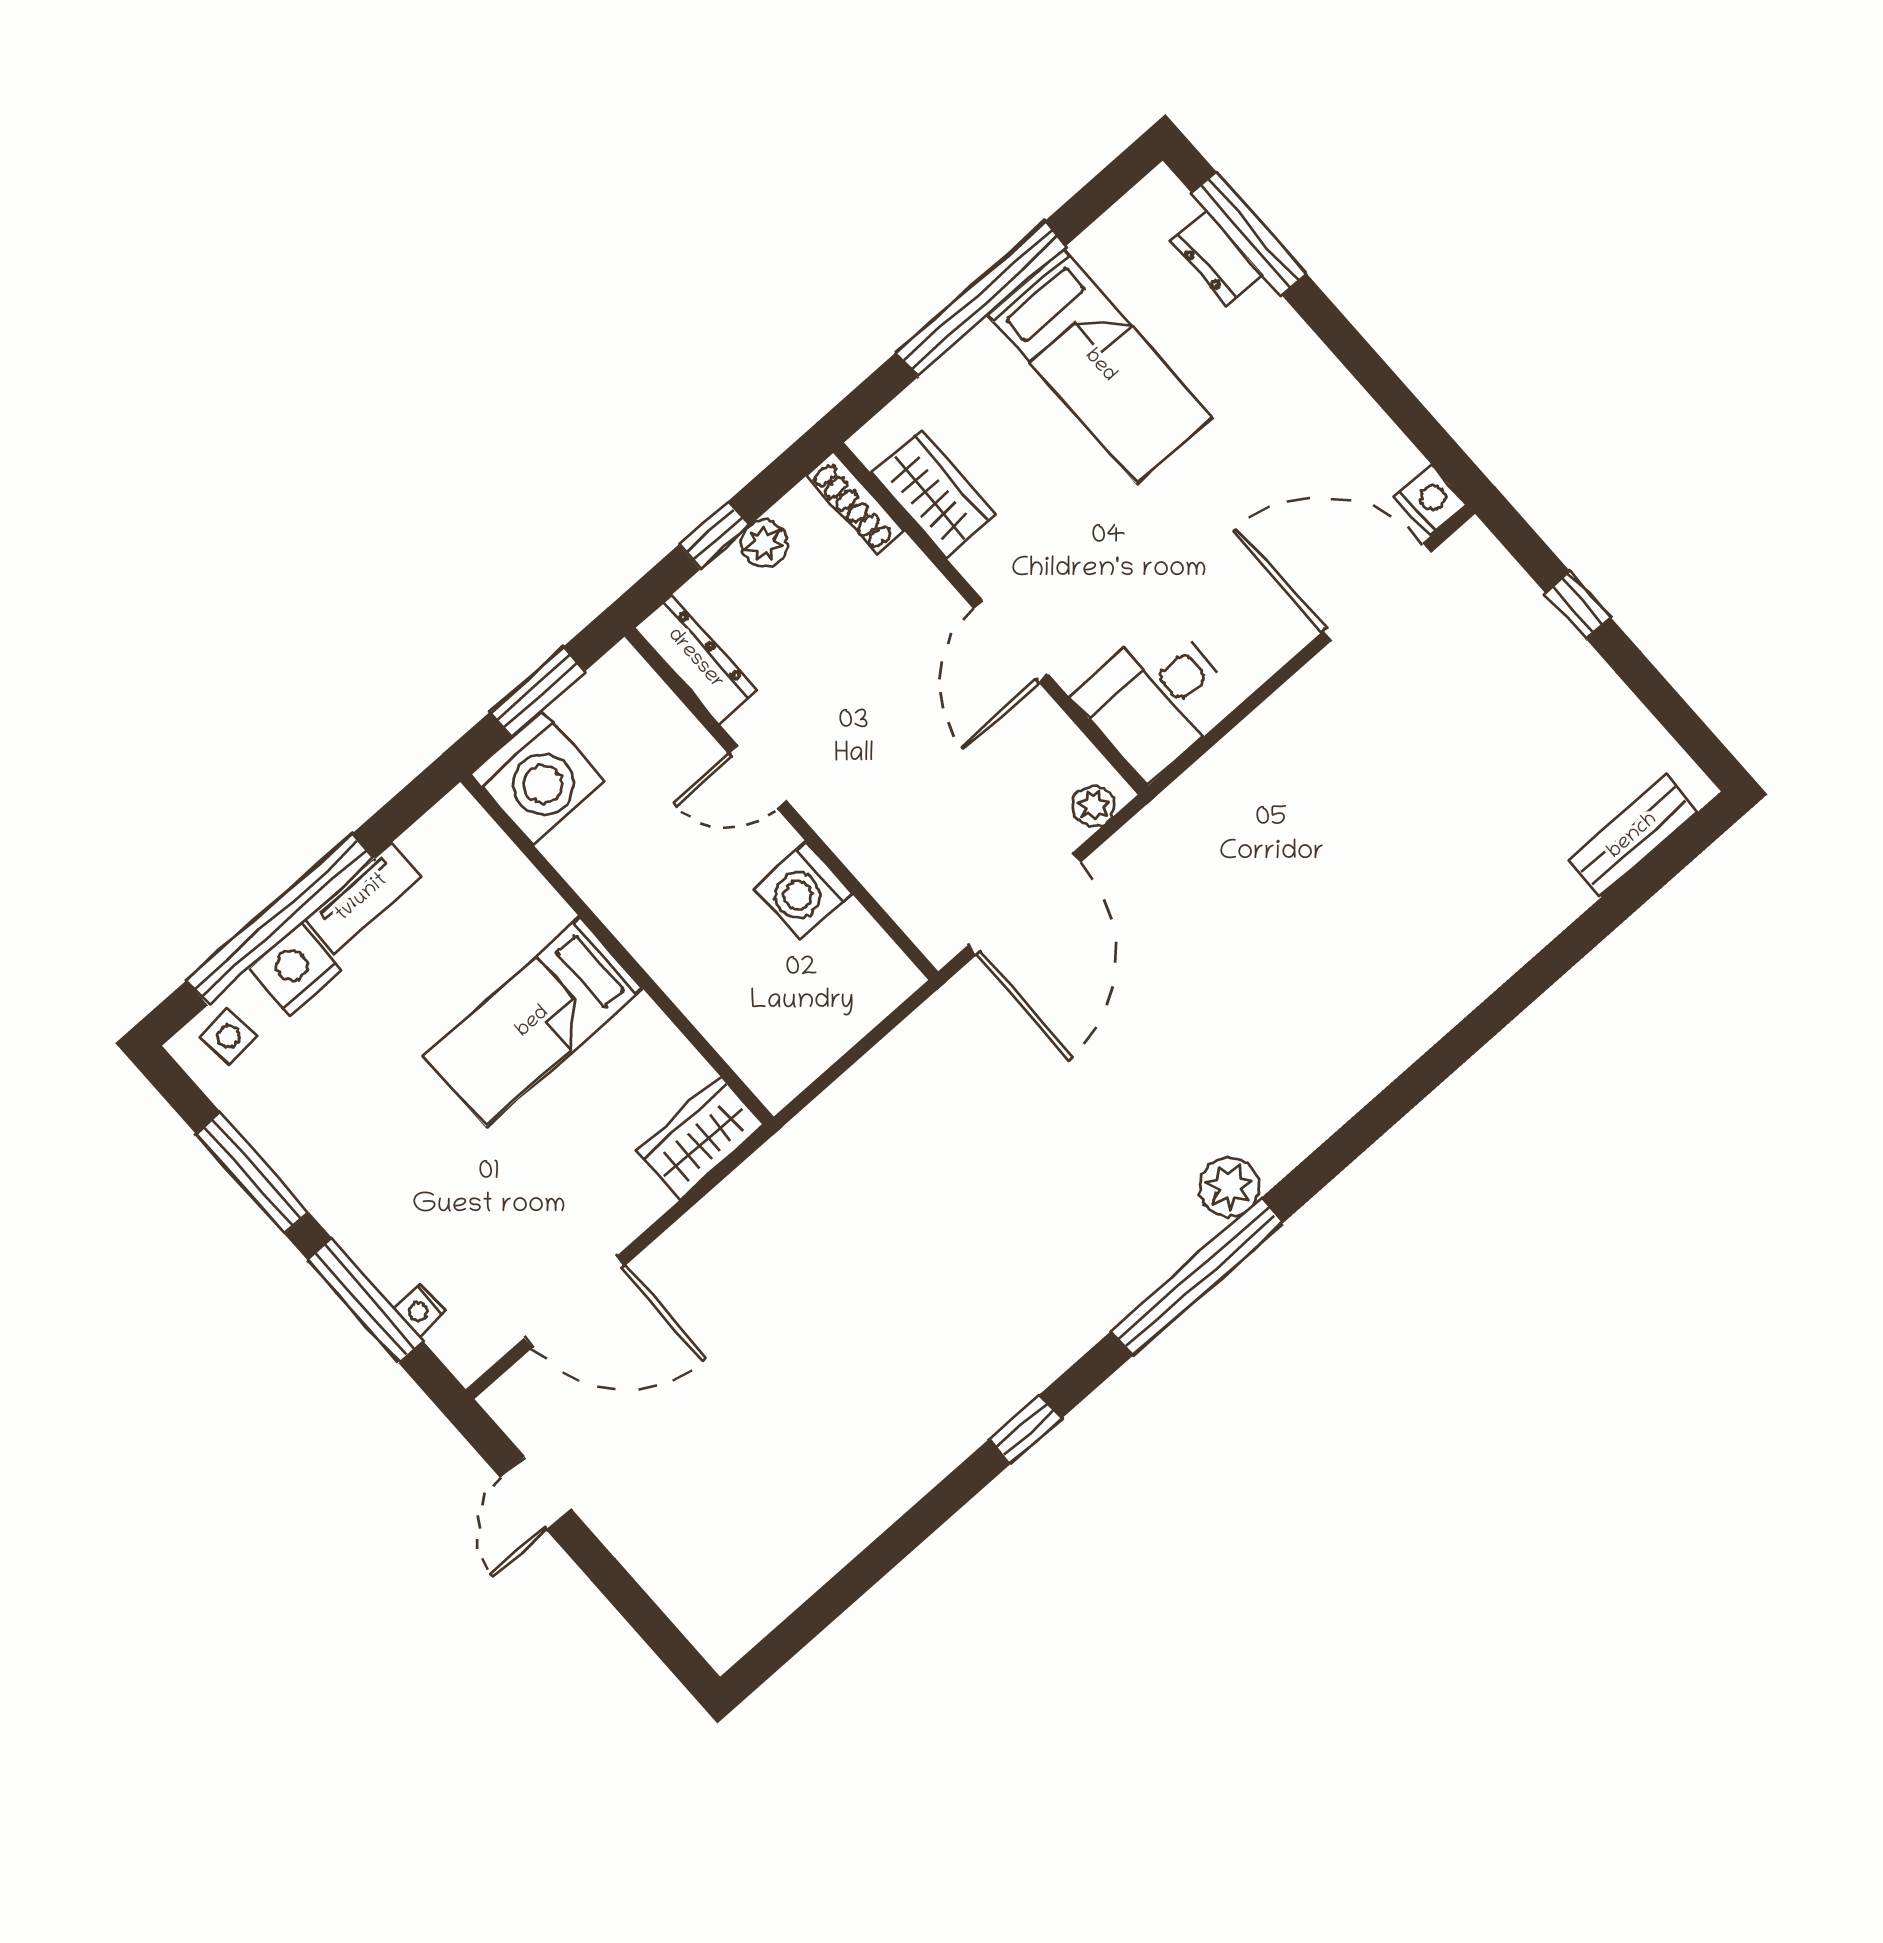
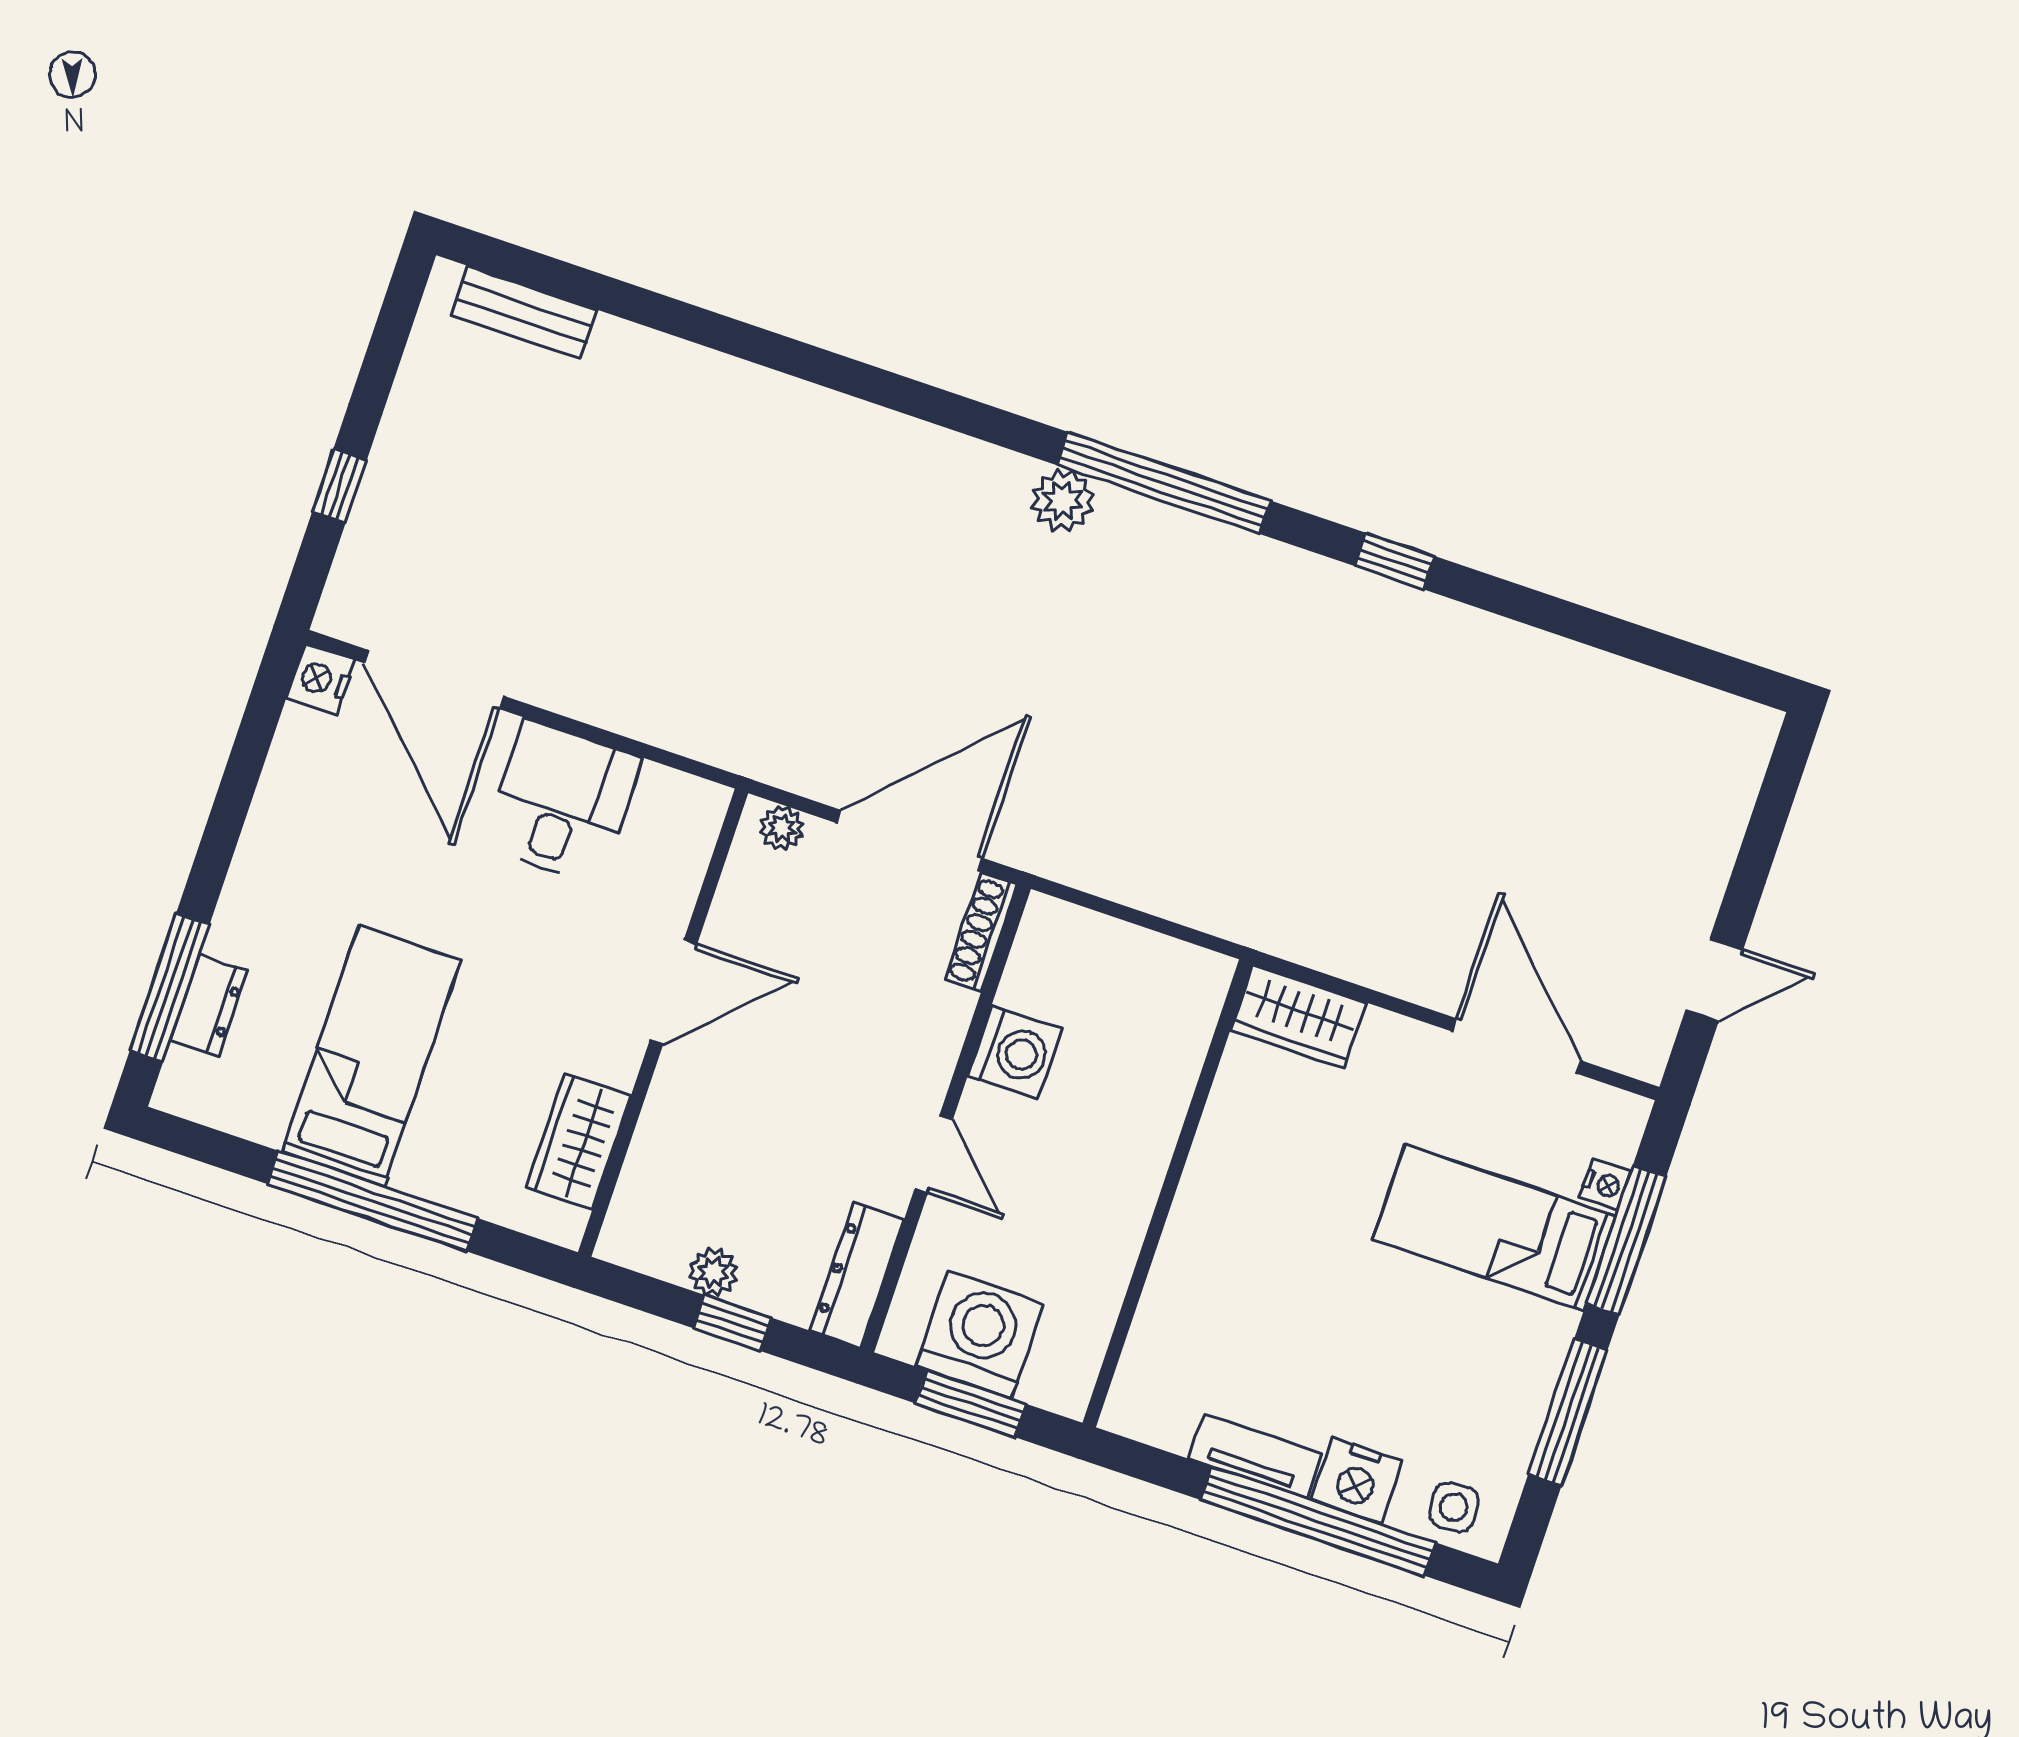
shoe rack: (856, 503) -> (981, 932), moved, turned 180
desk: (1156, 700) -> (562, 802), moved, turned -90
washing machine: (537, 777) -> (980, 1335), moved
bed: (533, 1022) -> (1494, 1227), moved, turned 180

